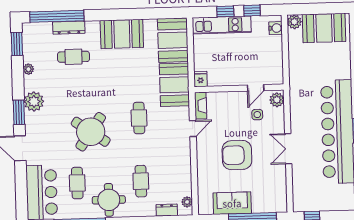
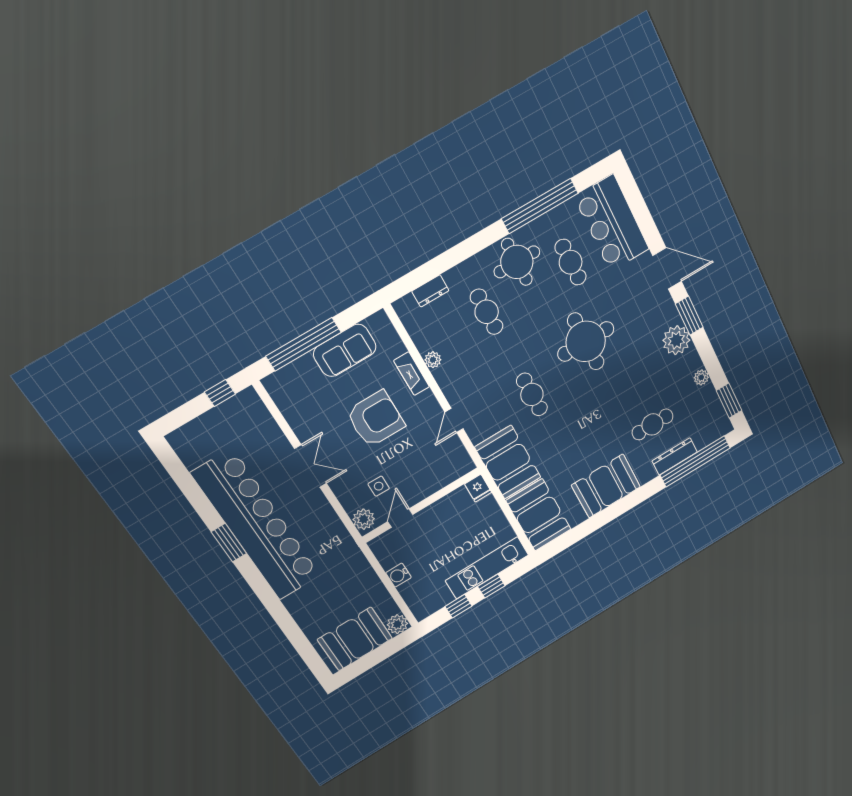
water cooler: (276, 28) -> (399, 575), moved
fireplace: (201, 106) -> (412, 374), moved
round table: (91, 132) -> (586, 341), turned -35
plant: (187, 202) -> (433, 360), moved

